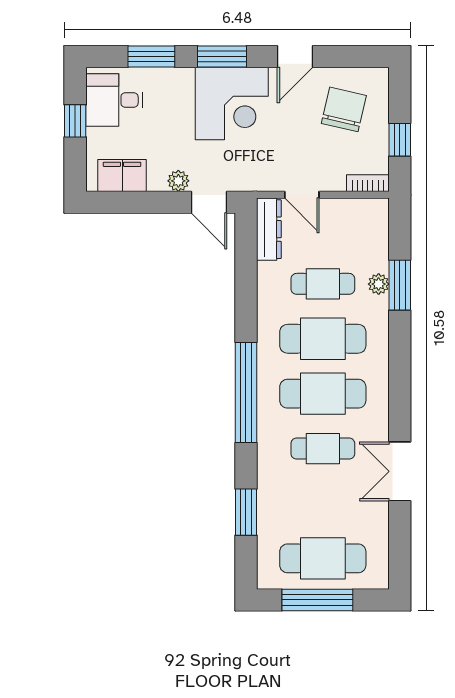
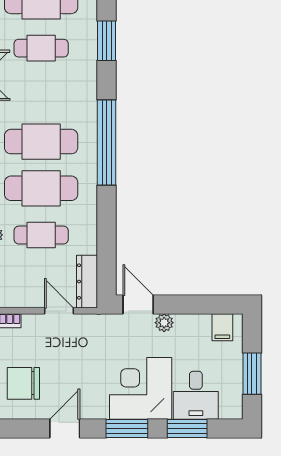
desk: (114, 100) -> (196, 395), moved, turned 90
corner desk: (232, 104) -> (141, 388), moved
chair: (344, 109) -> (23, 383), turned 77
window: (75, 121) -> (252, 374), width x1.50
filing cabinet: (122, 176) -> (222, 327), width x0.50
cafe table: (323, 449) -> (41, 48), moved

